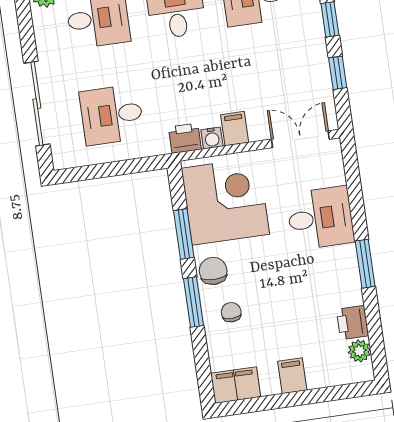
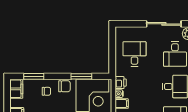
sliding door: (37, 104) -> (164, 24), moved
window: (194, 302) -> (34, 76), moved

